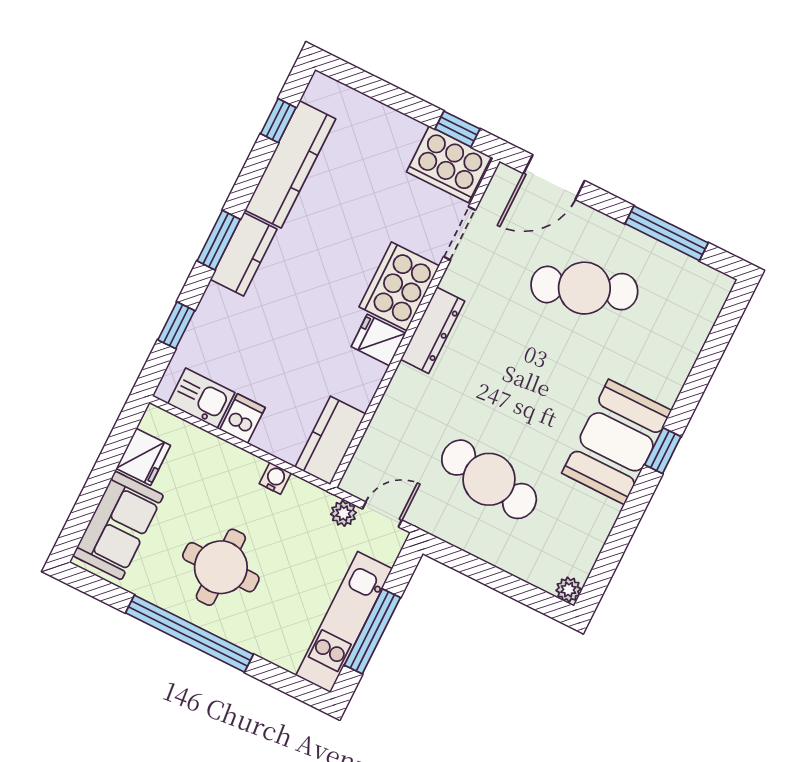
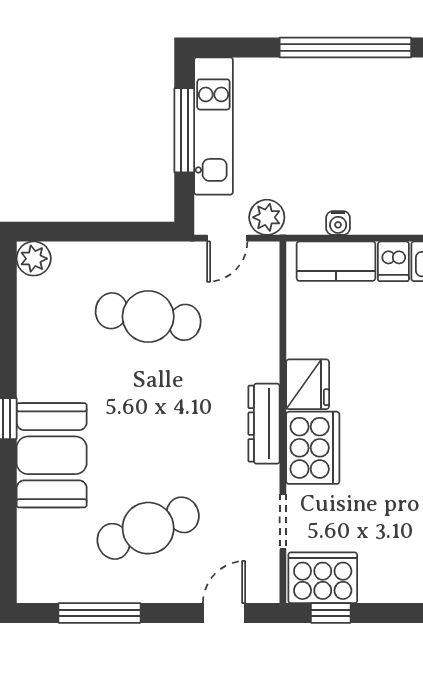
door: (554, 177) -> (224, 613), width x0.73
fridge: (378, 340) -> (308, 384), width x1.38
kitchen counter: (330, 440) -> (336, 261), moved, turned 90
booth: (617, 442) -> (52, 455), moved
plant: (344, 513) -> (267, 217), width x1.38, depth x1.38
round table: (221, 567) -> (347, 120), removed
plant: (568, 590) -> (34, 259), width x1.38, depth x1.38

